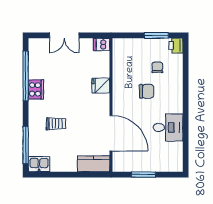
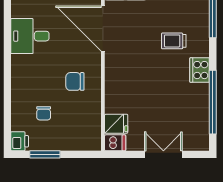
fridge: (101, 86) -> (116, 124), moved
cooker: (36, 89) -> (200, 70), moved
chair: (147, 91) -> (75, 81), moved

